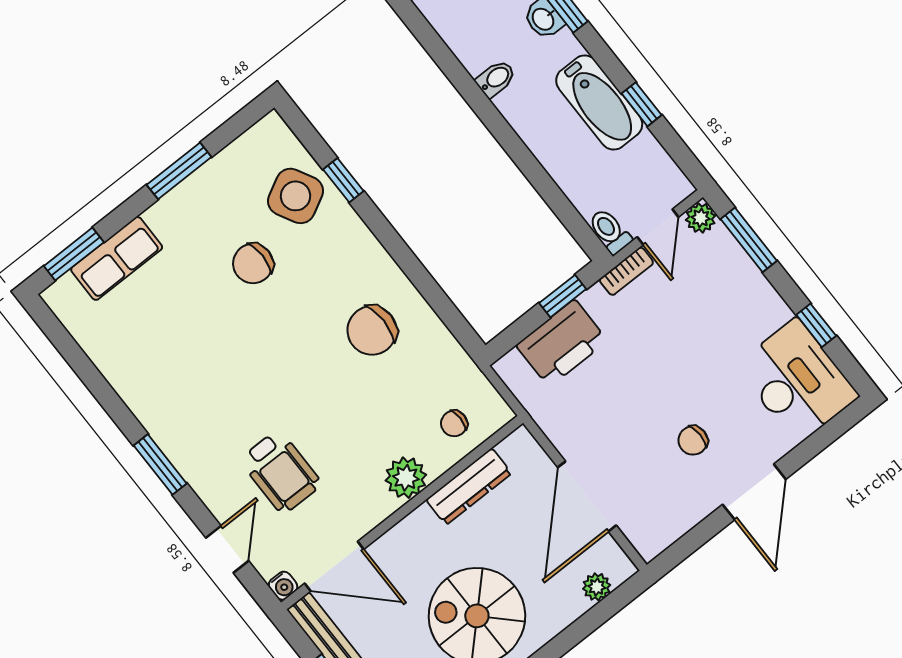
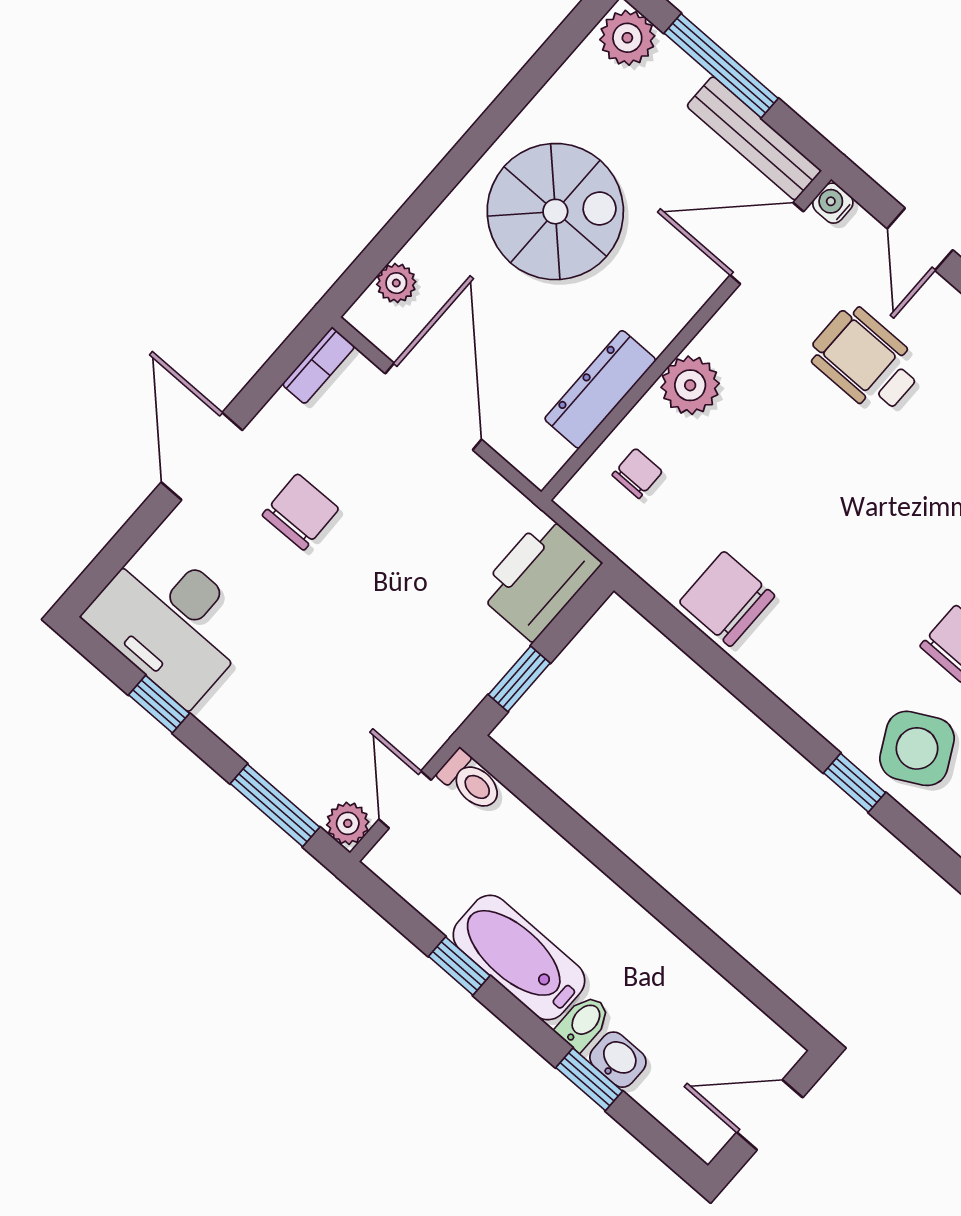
bidet: (496, 79) -> (583, 1022), moved, turned 180
bookcase: (626, 271) -> (318, 366), moved, turned 180
chair: (372, 330) -> (727, 599), moved, turned -90
printer: (562, 343) -> (539, 578), moved
chair: (693, 440) -> (301, 512), width x1.37, depth x1.37

